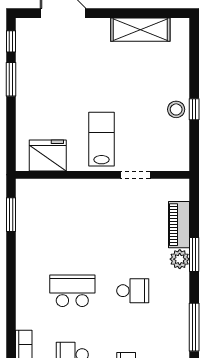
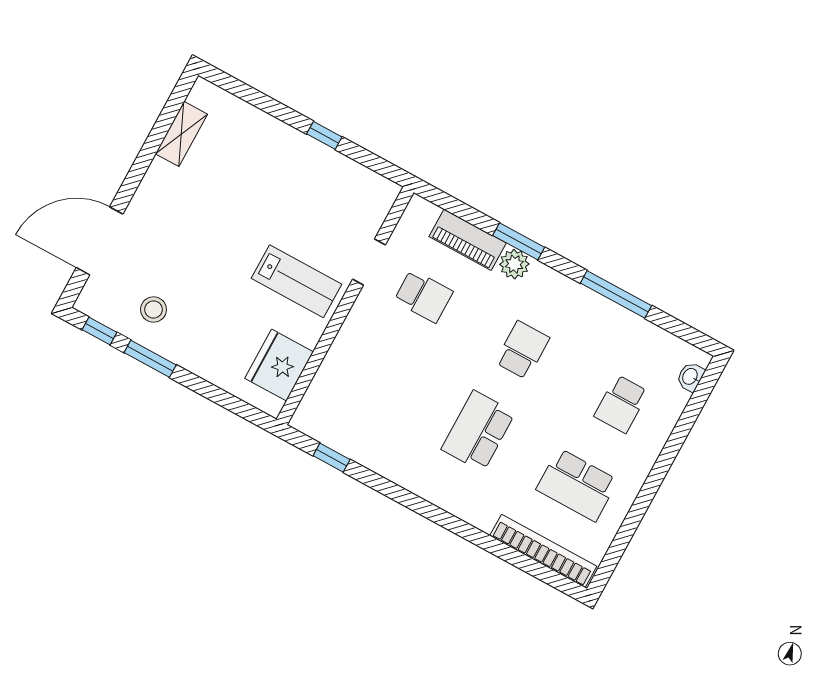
shelving: (140, 30) -> (181, 134), width x0.67, depth x0.75
stool: (176, 109) -> (154, 310), moved
lab bench: (101, 139) -> (297, 281), turned 180
window: (11, 215) -> (332, 458), width x0.67
school desk: (133, 217) -> (424, 296), added

